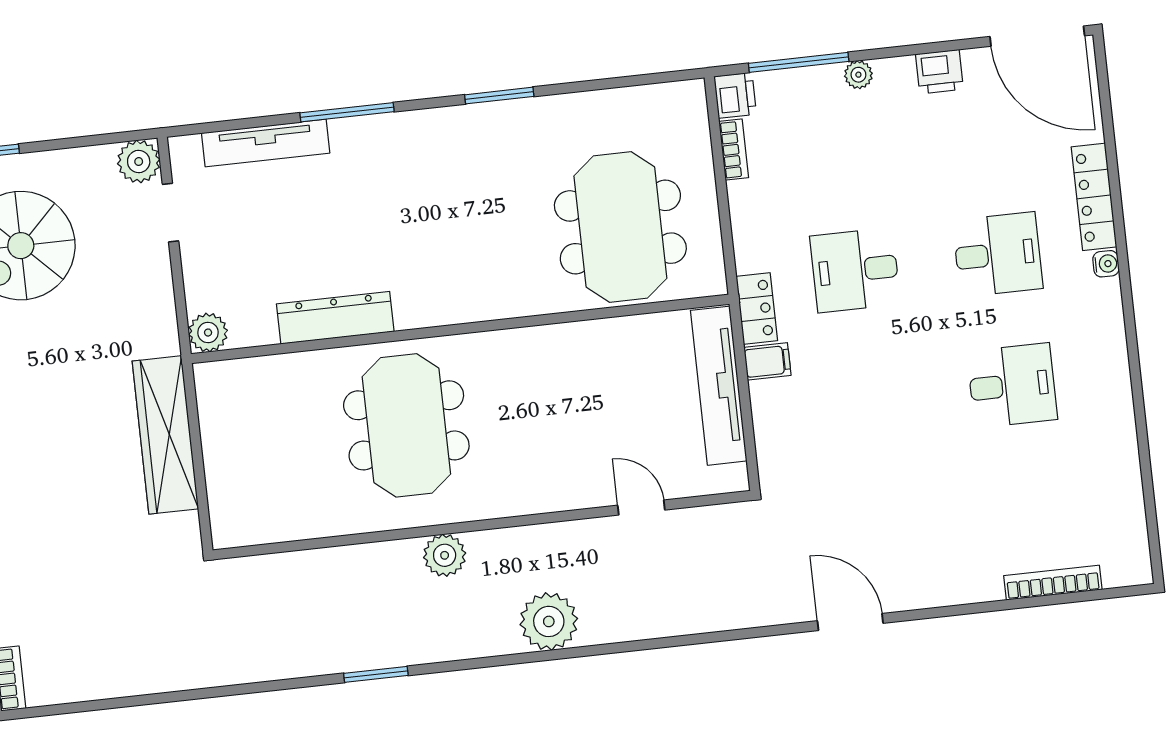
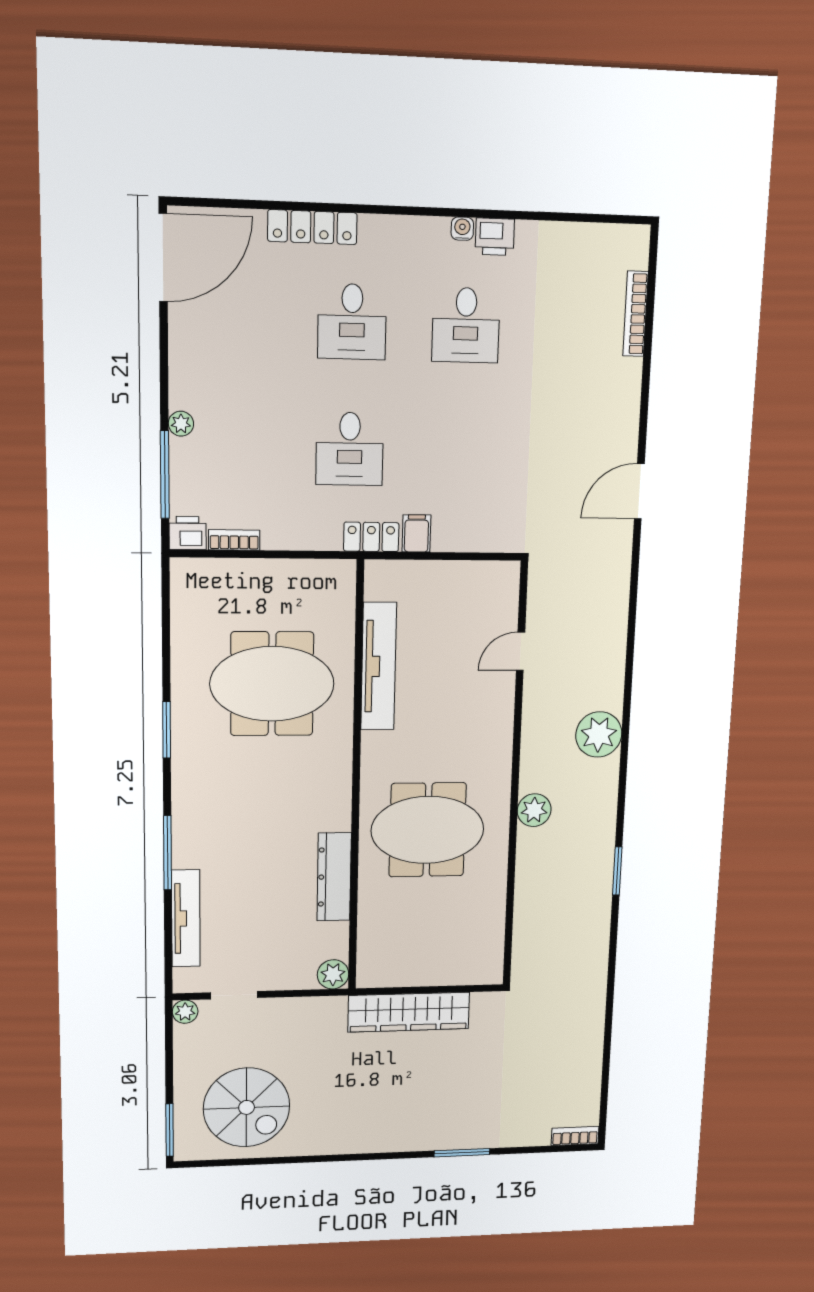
printer: (939, 72) -> (495, 237), moved, turned 90
plant: (139, 162) -> (185, 1012), width x0.73, depth x0.73
meeting table: (620, 227) -> (272, 684), moved
desk: (998, 254) -> (352, 322), turned 180
water cooler: (1106, 264) -> (462, 229), moved
desk: (1012, 385) -> (466, 325), turned 180
tv unit: (719, 386) -> (379, 666), moved, turned -90

